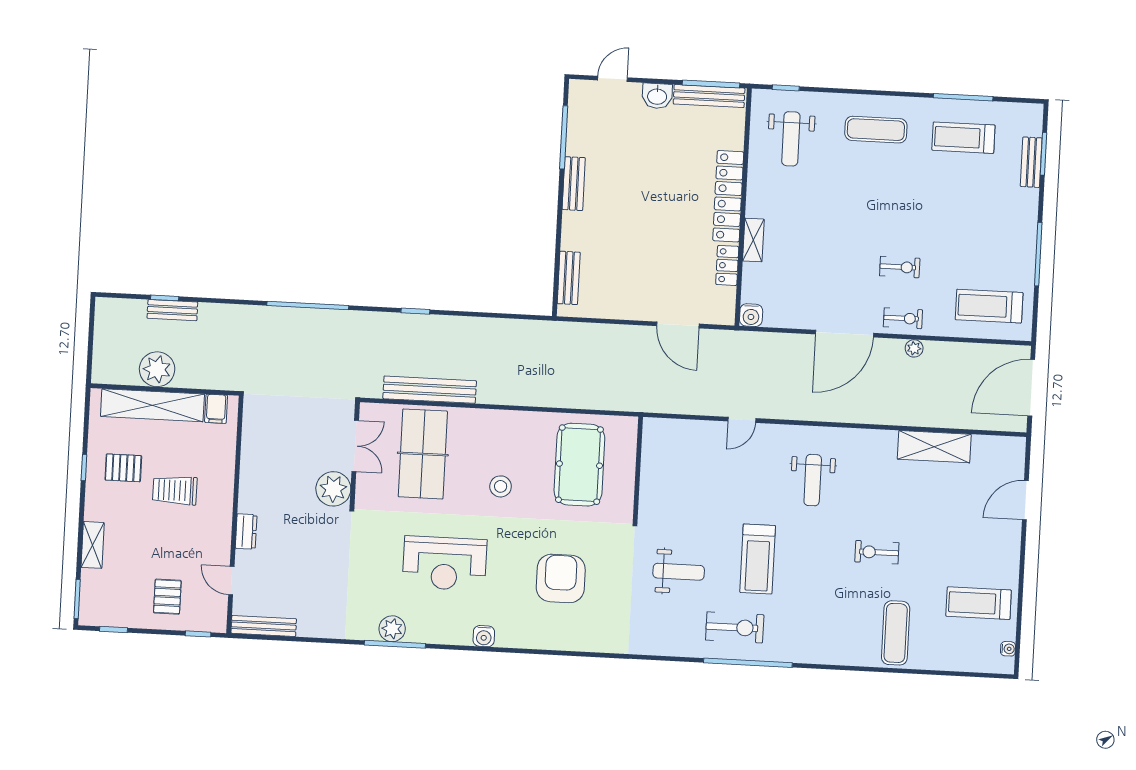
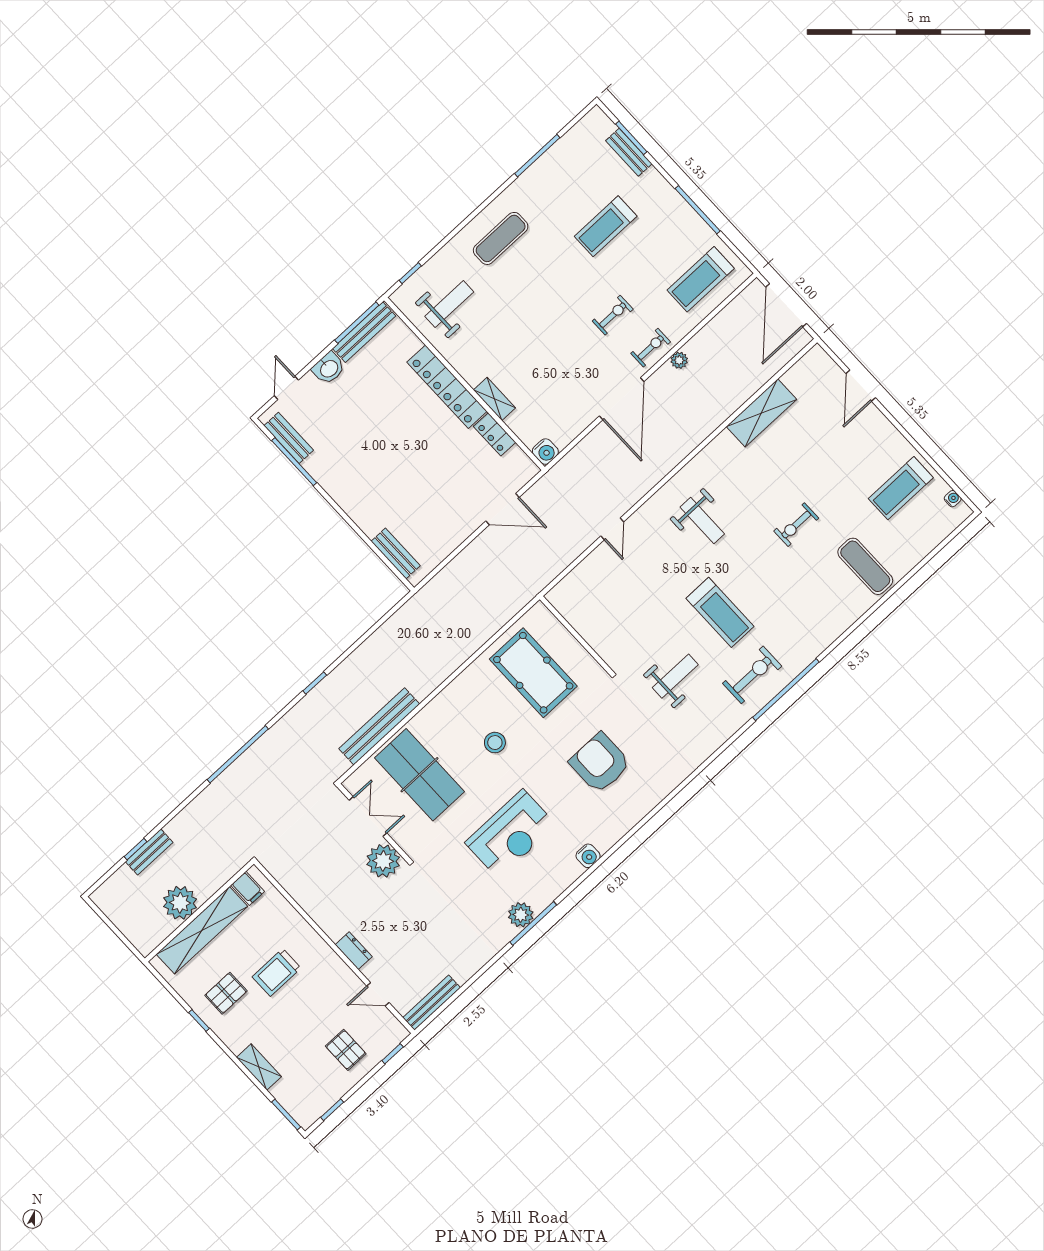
treadmill: (963, 138) -> (606, 226), moved
weight bench: (791, 139) -> (449, 304), turned -90
bench: (574, 184) -> (289, 438), moved

